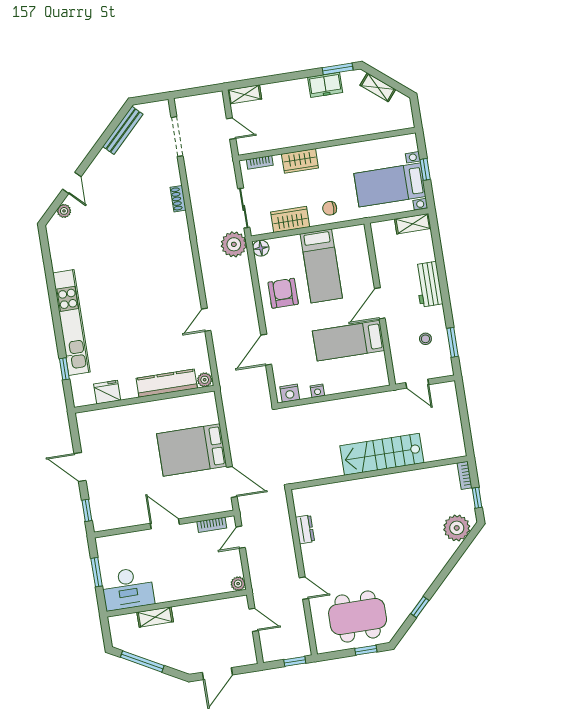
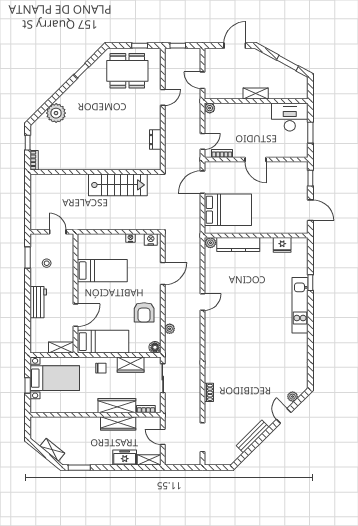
freezer: (325, 85) -> (125, 458), moved
bench: (123, 130) -> (253, 436), moved
wardrobe: (294, 137) -> (118, 423), added
wardrobe: (300, 161) -> (117, 406), width x1.50
shelving: (413, 224) -> (61, 348), moved
plant: (234, 244) -> (170, 329), moved, width x0.53, depth x0.53
bed: (321, 266) -> (103, 342), moved, turned 90
door: (380, 303) -> (76, 315), moved
kitchen unit: (71, 322) -> (300, 305), width x0.73
plant: (205, 380) -> (210, 243), moved
kitchen counter: (167, 383) -> (238, 245), moved
fridge: (107, 392) -> (282, 245), moved
wall: (144, 399) -> (256, 236), moved
stairs: (382, 454) -> (118, 185), moved
door: (232, 482) -> (203, 182), hinge flipped
plant: (457, 528) -> (56, 113), moved
door: (304, 588) -> (163, 97), swing flipped
shelving: (155, 617) -> (256, 94), moved
window: (366, 650) -> (140, 46), moved
window: (142, 661) -> (288, 63), width x0.69

